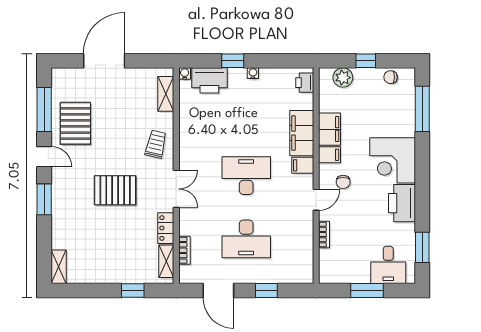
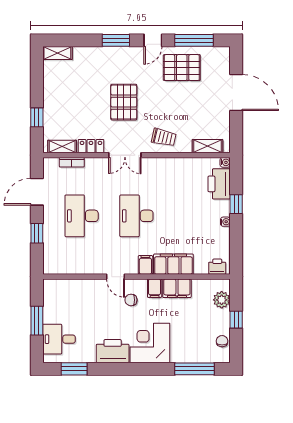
desk: (246, 176) -> (136, 216), turned 180
bookcase: (324, 235) -> (85, 283), removed

